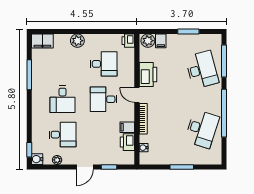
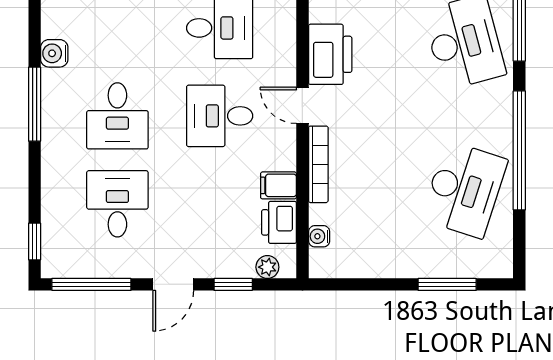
window: (29, 75) -> (35, 104), moved
desk: (63, 135) -> (117, 204), turned -90
water cooler: (37, 159) -> (54, 53), moved
plant: (57, 160) -> (267, 267), moved
window: (52, 167) -> (91, 284), added
window: (182, 167) -> (447, 284), moved

